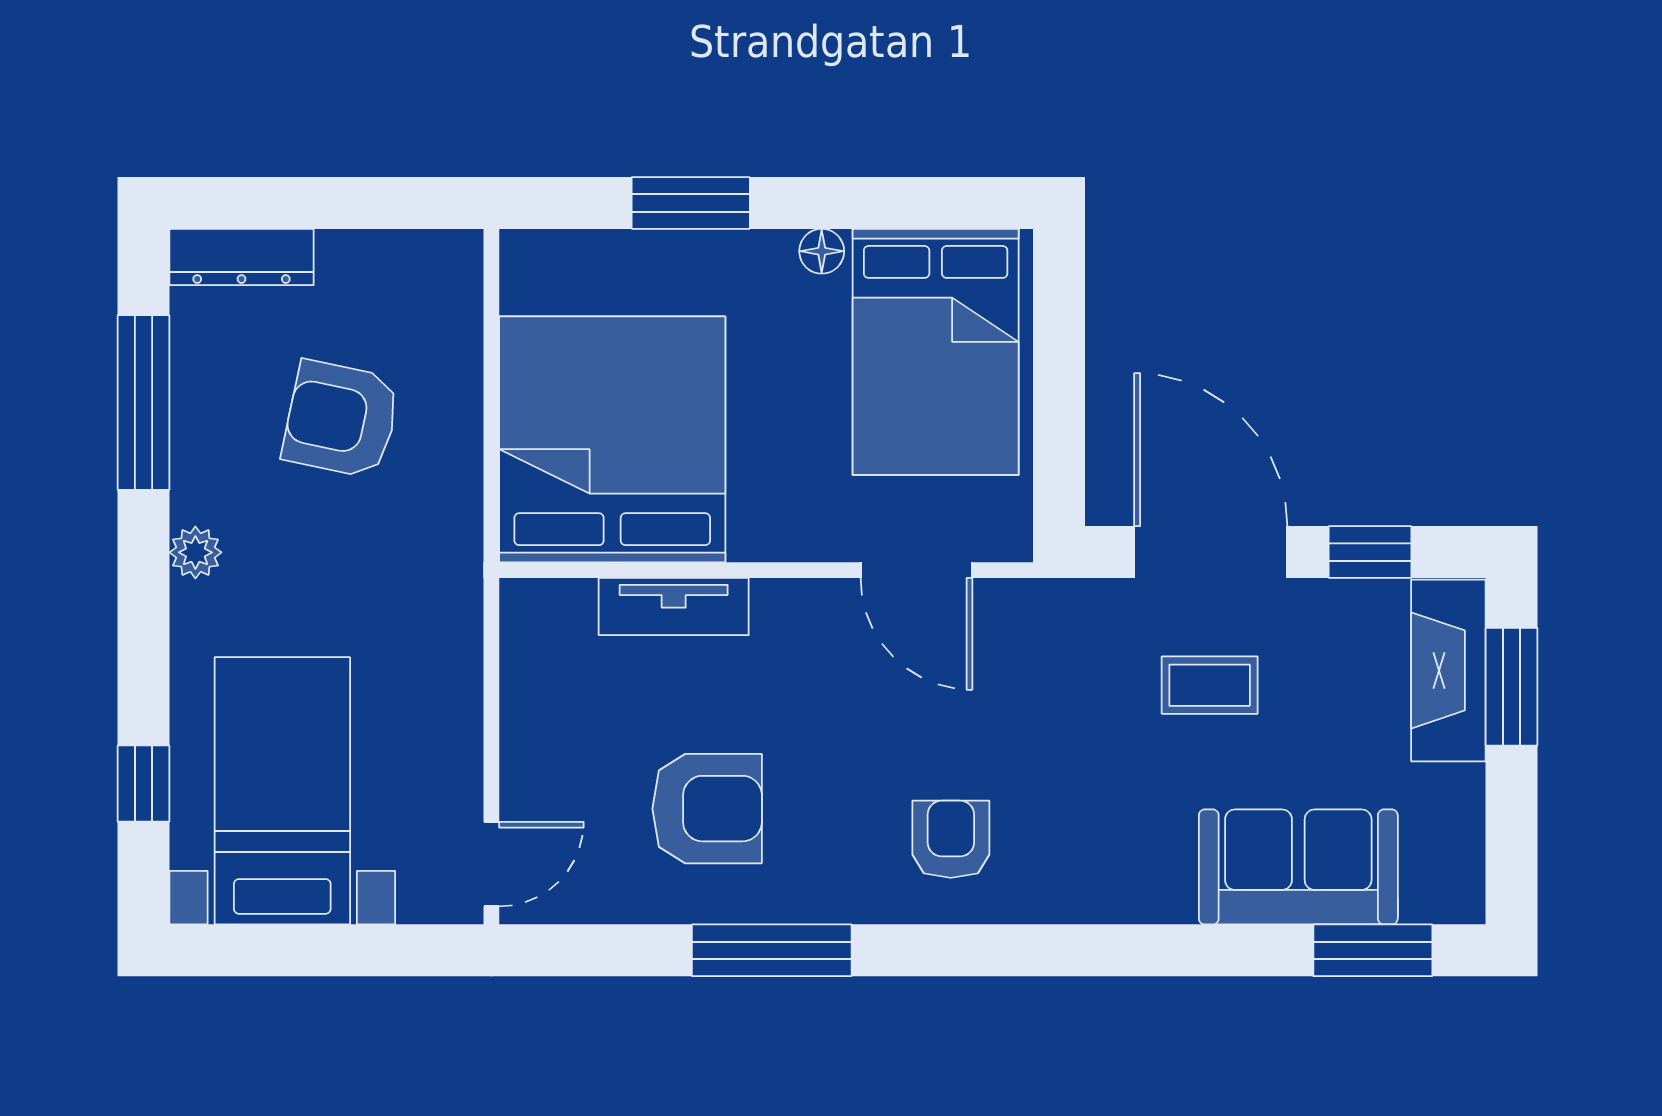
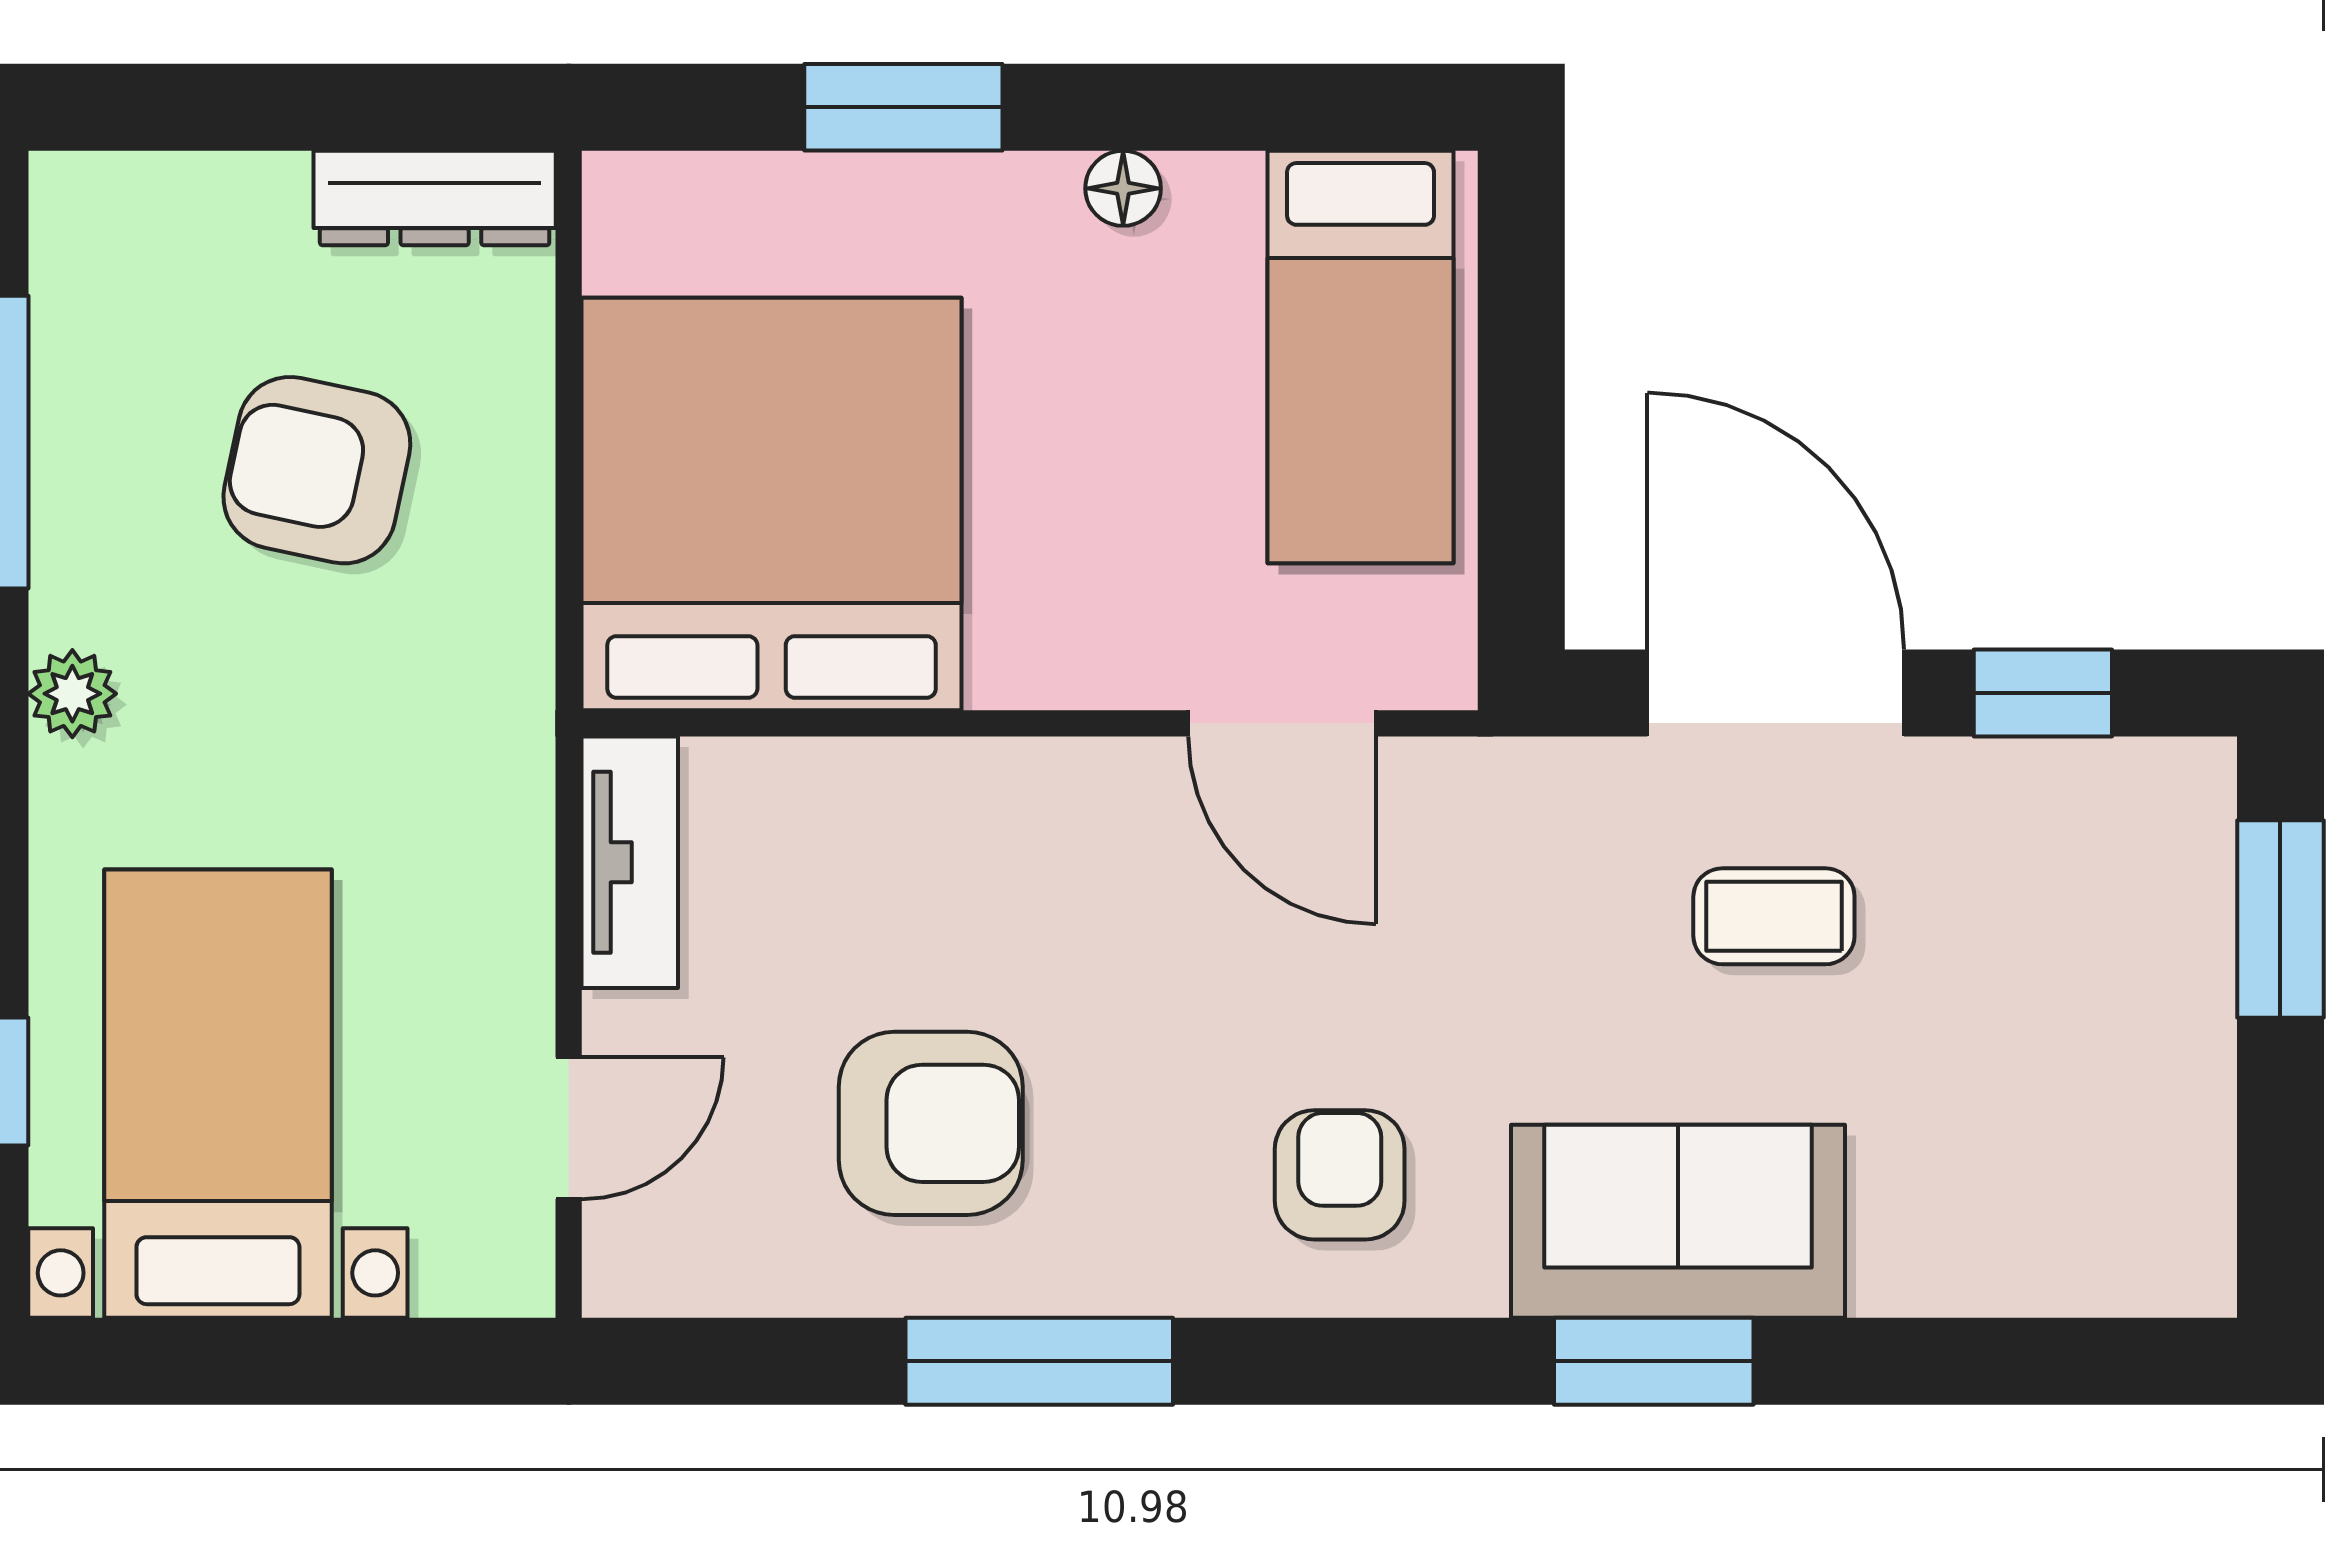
dresser: (241, 257) -> (435, 198), moved
bed: (936, 352) -> (1361, 357), width x0.67
tv unit: (674, 607) -> (630, 862), moved, turned -90
fireplace: (1448, 670) -> (2174, 892), removed
door: (491, 864) -> (569, 1128), moved
sofa: (1298, 867) -> (1678, 1221), moved
window: (1373, 950) -> (1654, 1361), moved

